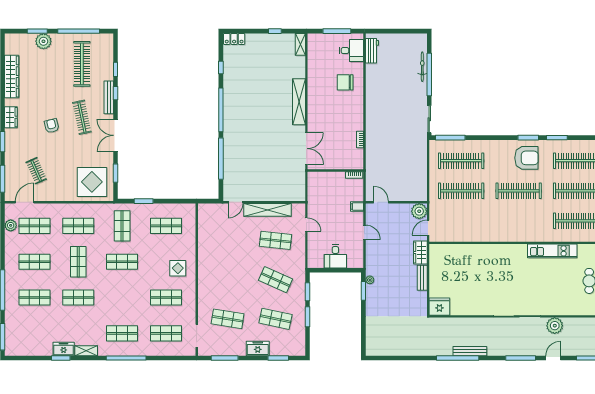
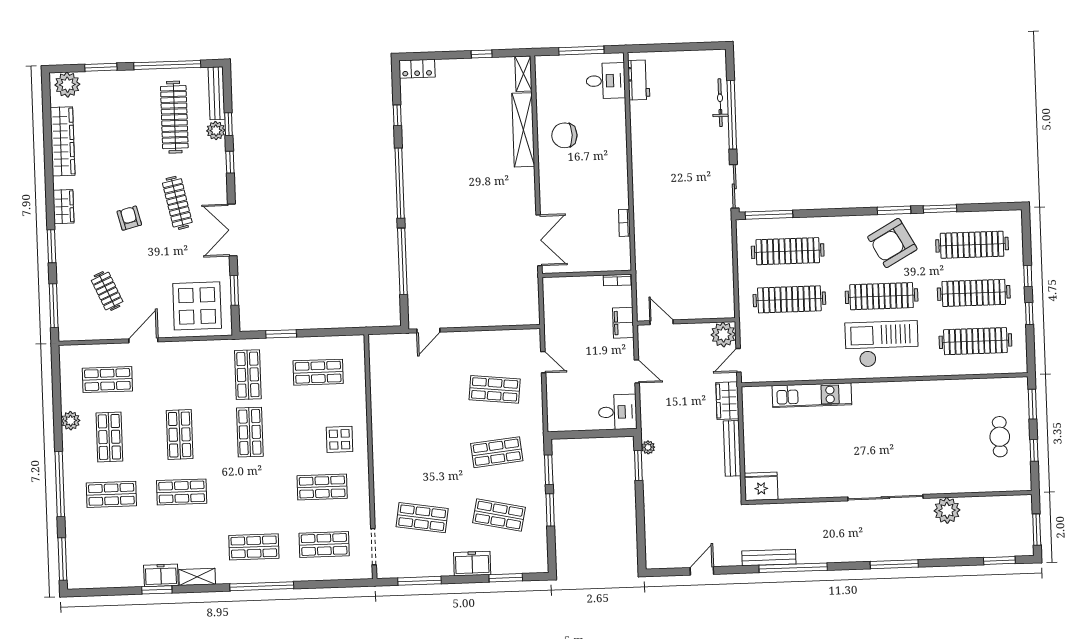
plant: (43, 41) -> (67, 85), moved
plant: (107, 73) -> (216, 131), added
chair: (345, 82) -> (564, 135), moved
bench: (109, 97) -> (217, 93), moved
shelving: (299, 102) -> (523, 130), moved
armchair: (526, 158) -> (892, 243), turned 151
door: (25, 202) -> (143, 340), moved
filing cabinet: (357, 206) -> (623, 323), width x2.00
shelving: (267, 210) -> (480, 341), removed
checkout: (518, 221) -> (882, 344), added
plant: (11, 225) -> (71, 421), moved
shop shelf: (78, 226) -> (178, 377), removed
kitchen unit: (552, 251) -> (812, 395), moved
desk: (335, 256) -> (618, 412), moved, turned -90
shop shelf: (34, 262) -> (109, 437), turned 90
shop shelf: (122, 262) -> (250, 432), turned 90
bench: (422, 278) -> (732, 448), width x1.36
shop shelf: (276, 280) -> (497, 452), turned -30
bench: (470, 351) -> (769, 558), moved
door: (553, 358) -> (702, 571), moved

